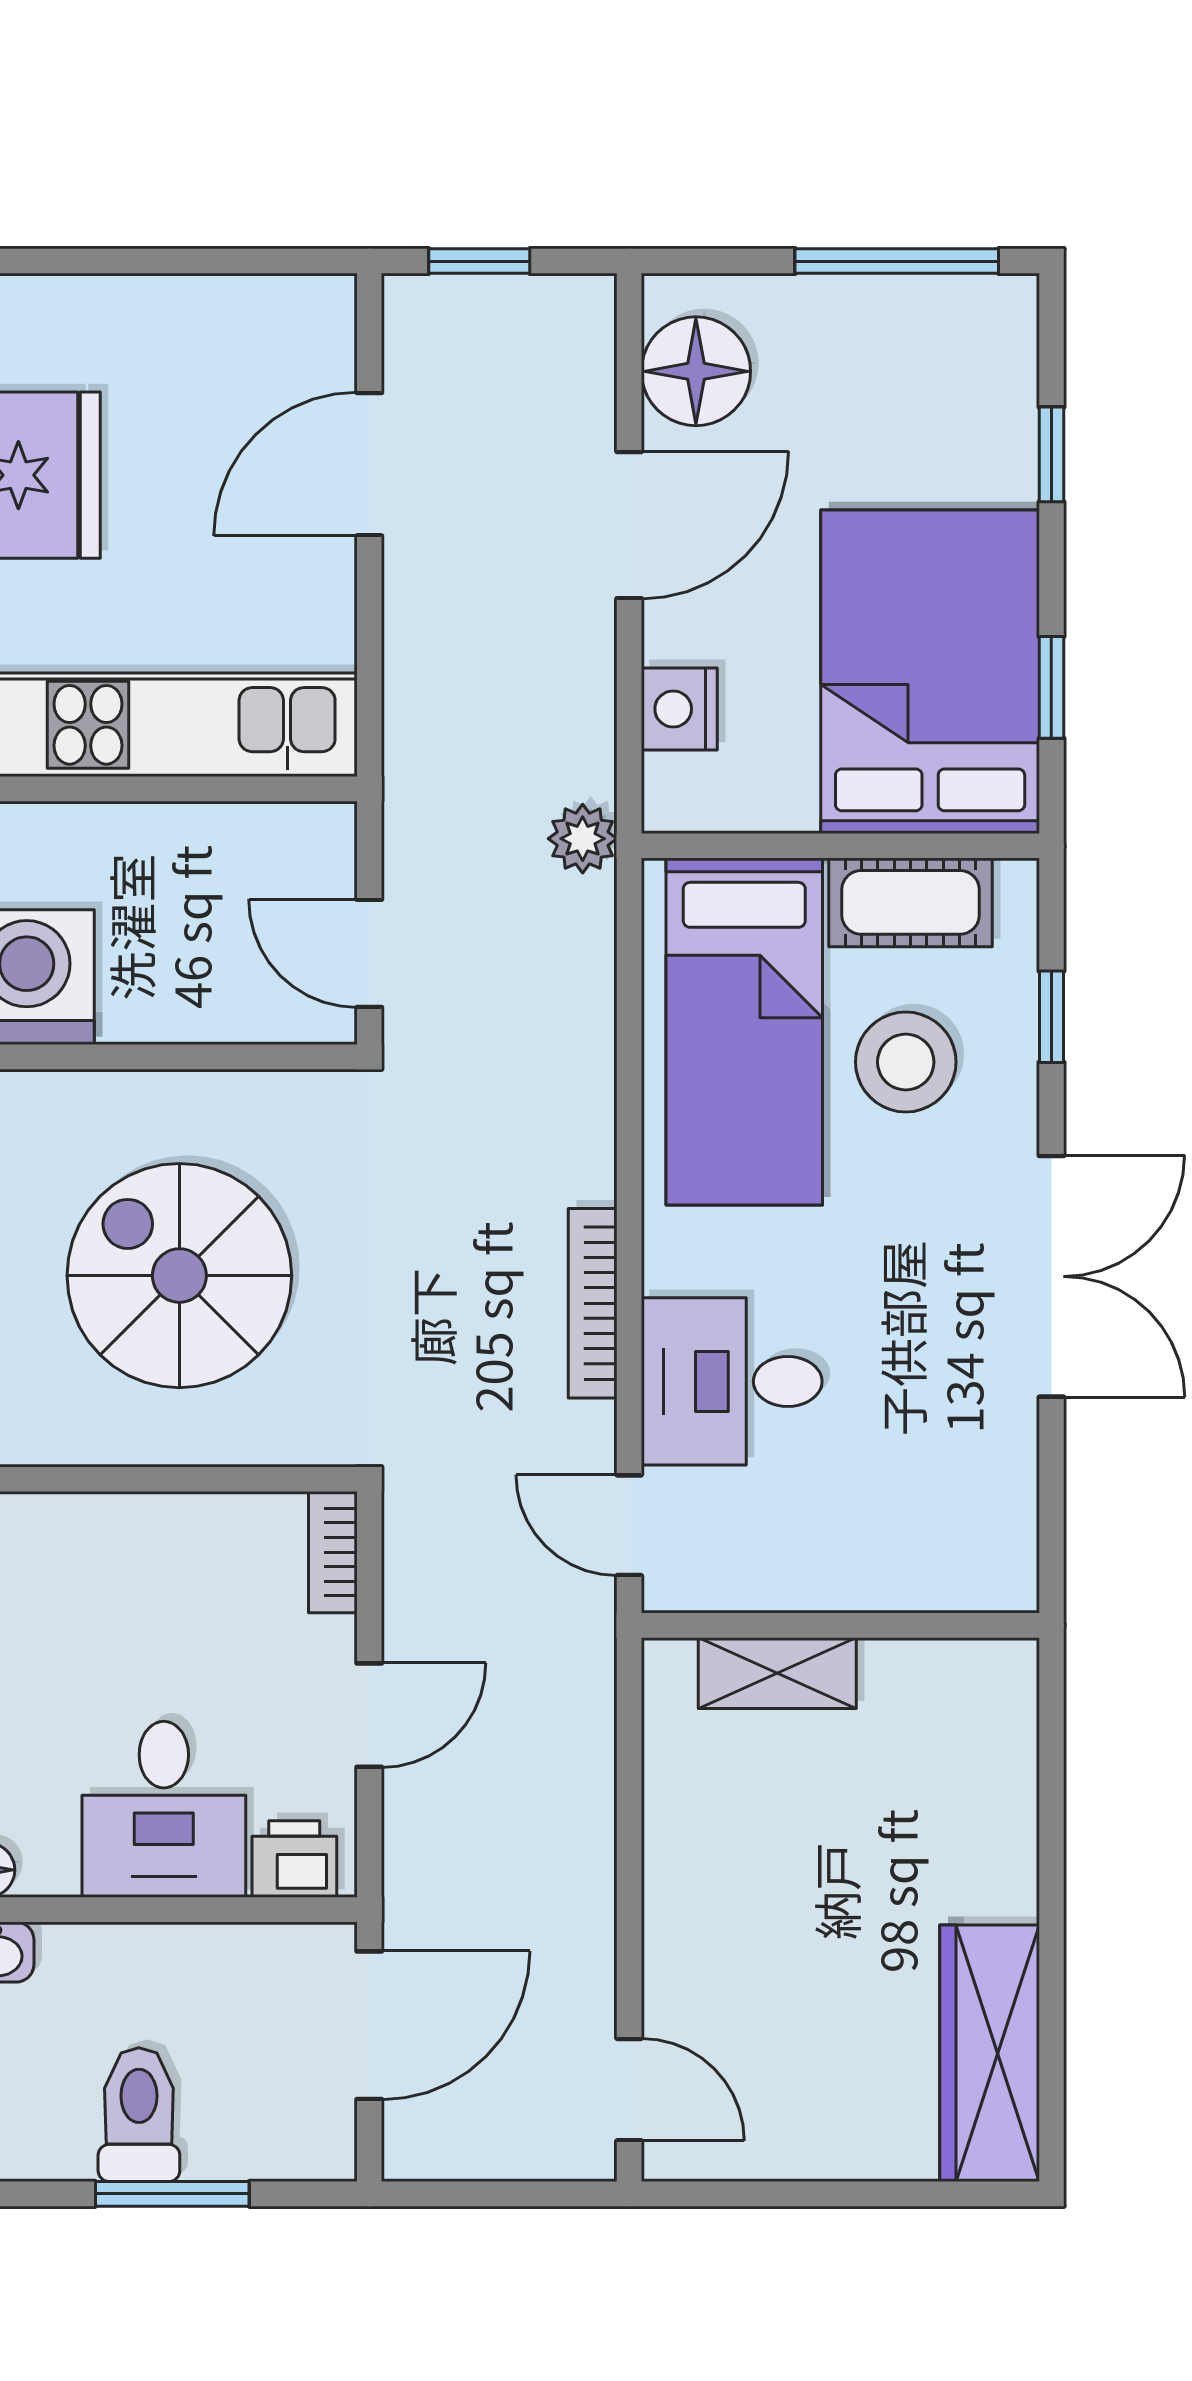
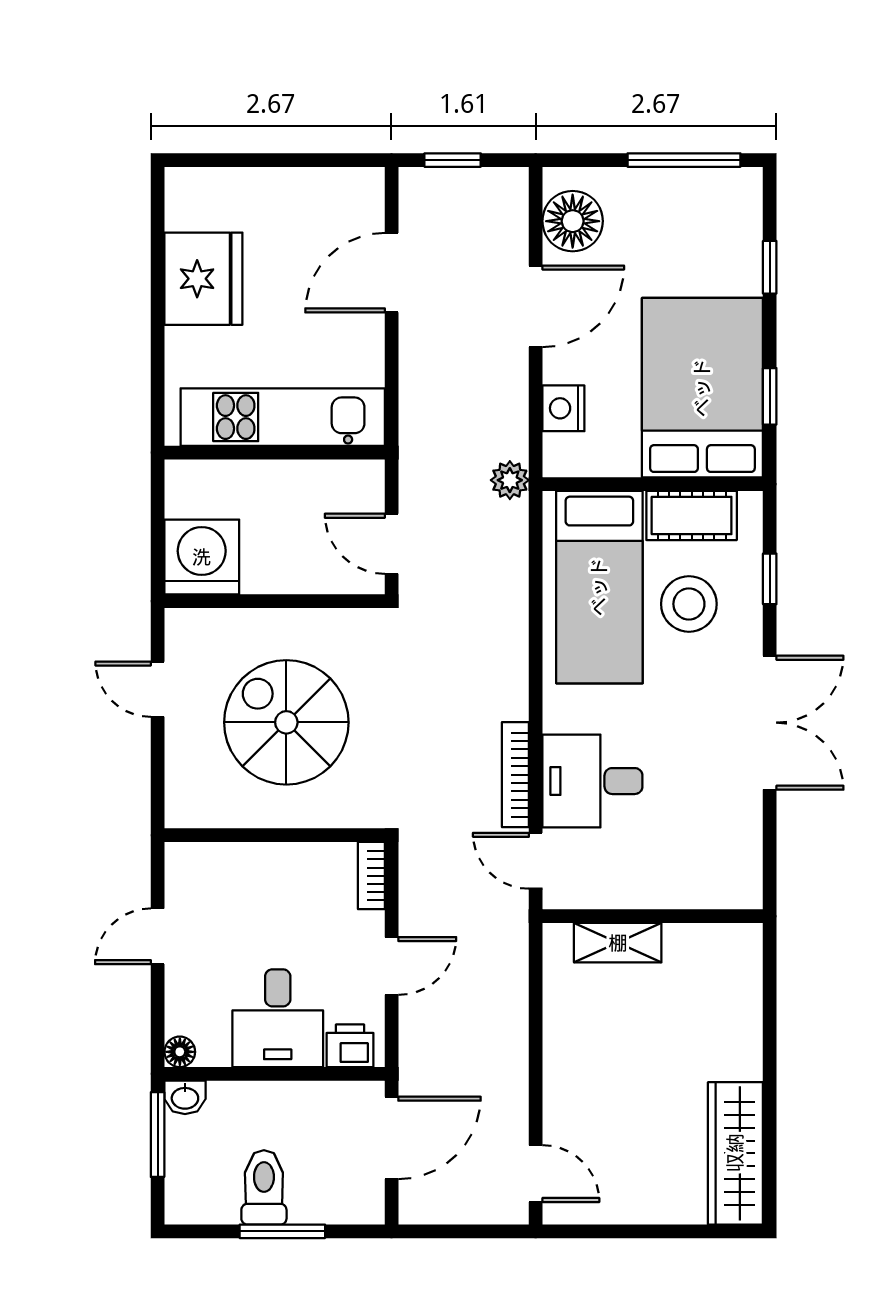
bookcase: (593, 1303) -> (515, 775), moved

